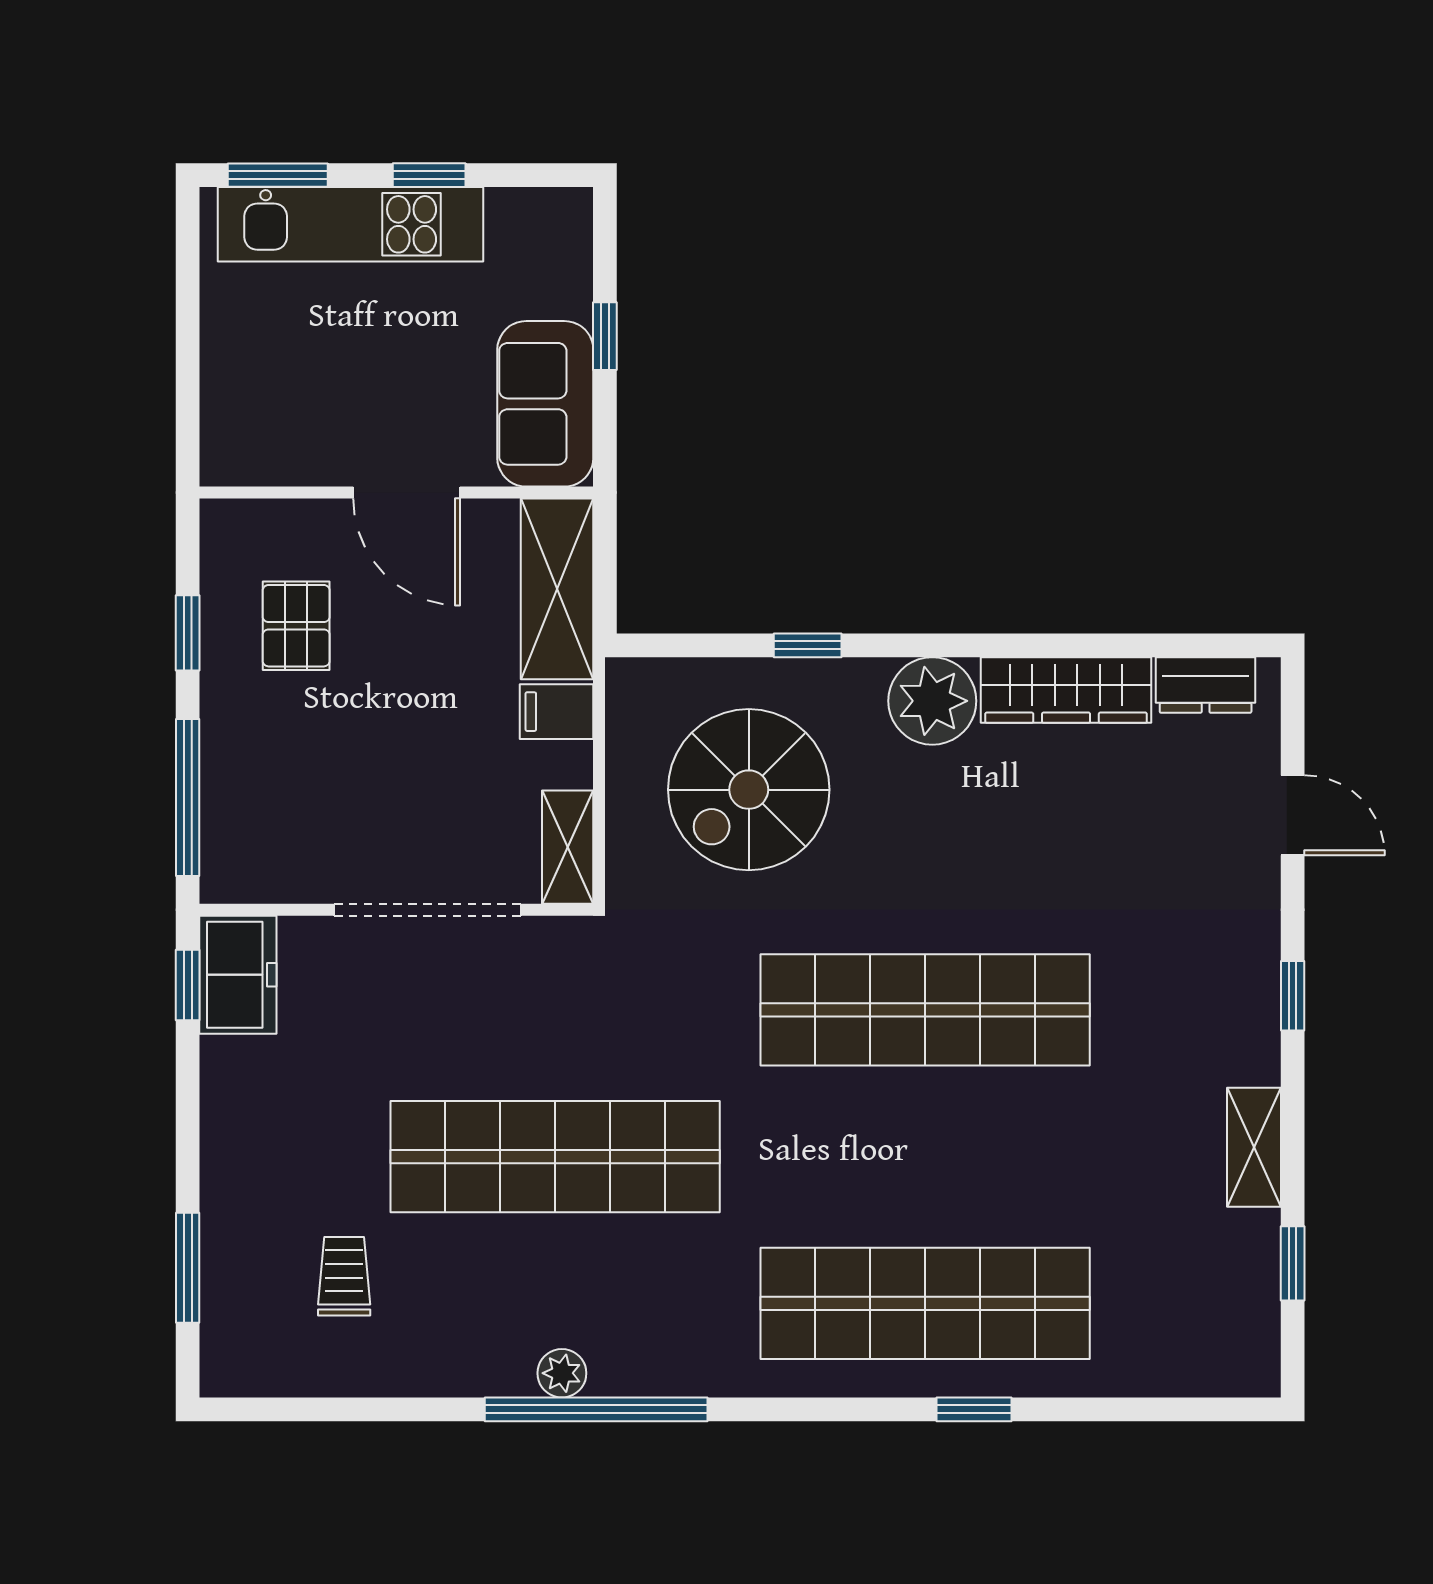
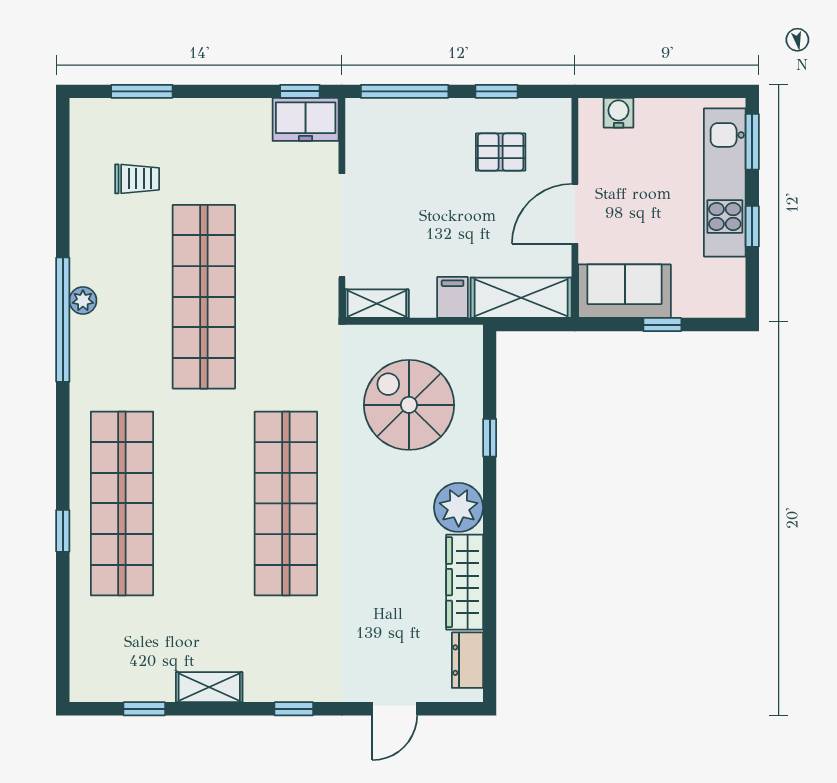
water cooler: (226, 415) -> (619, 113), added

